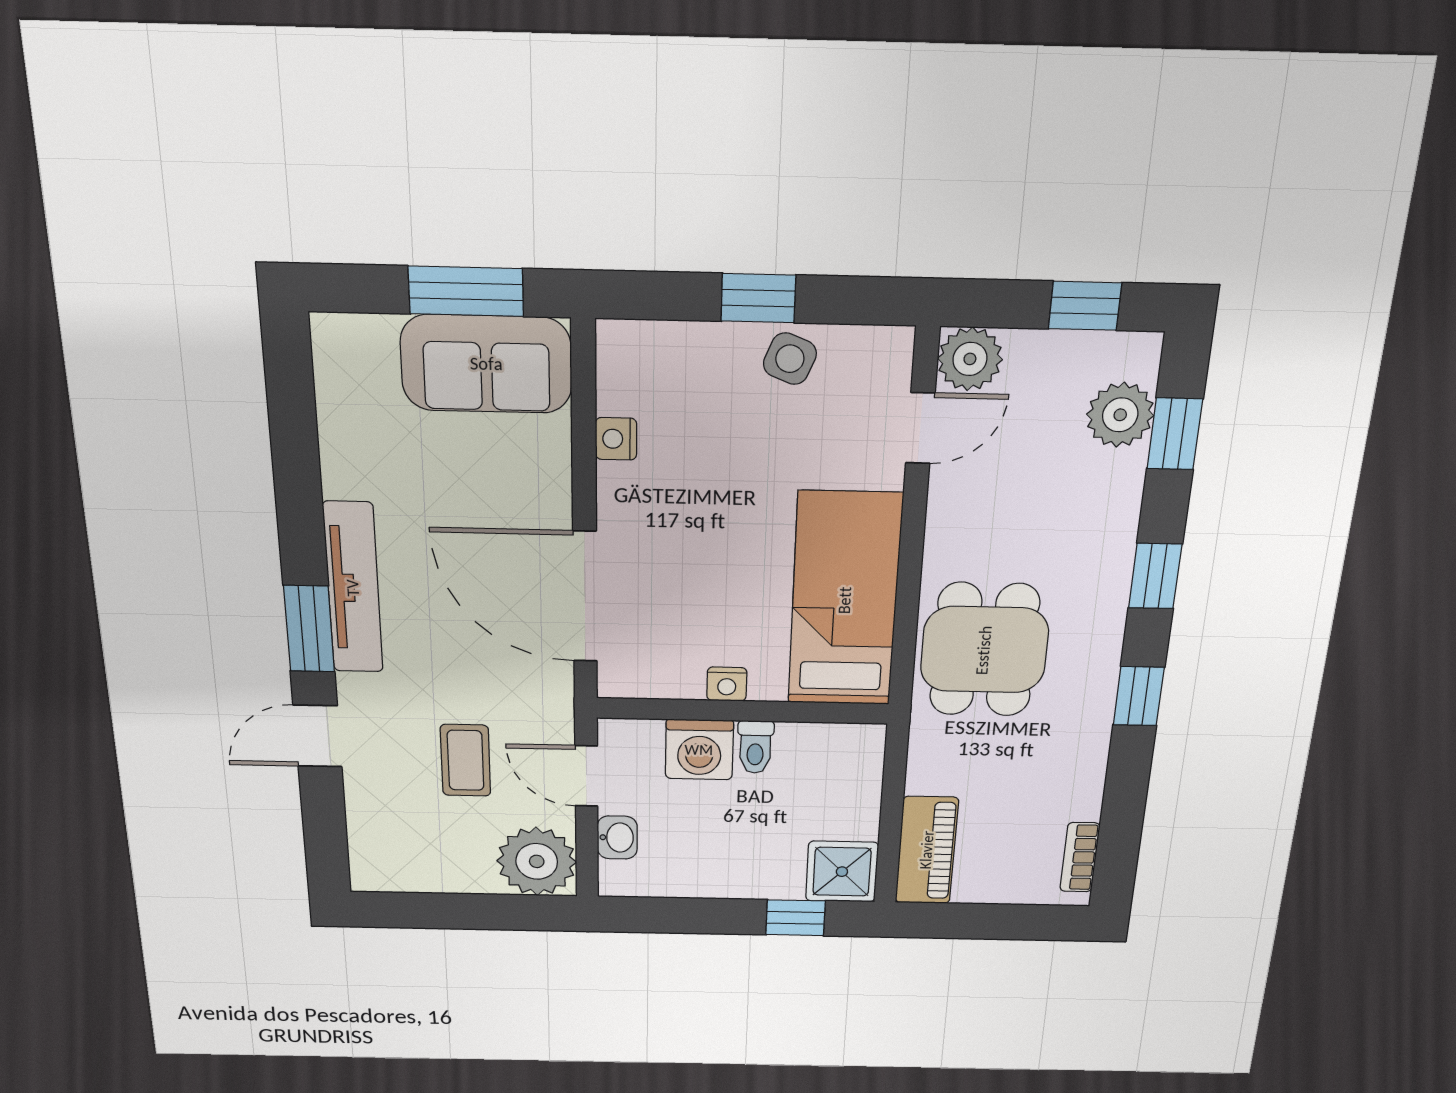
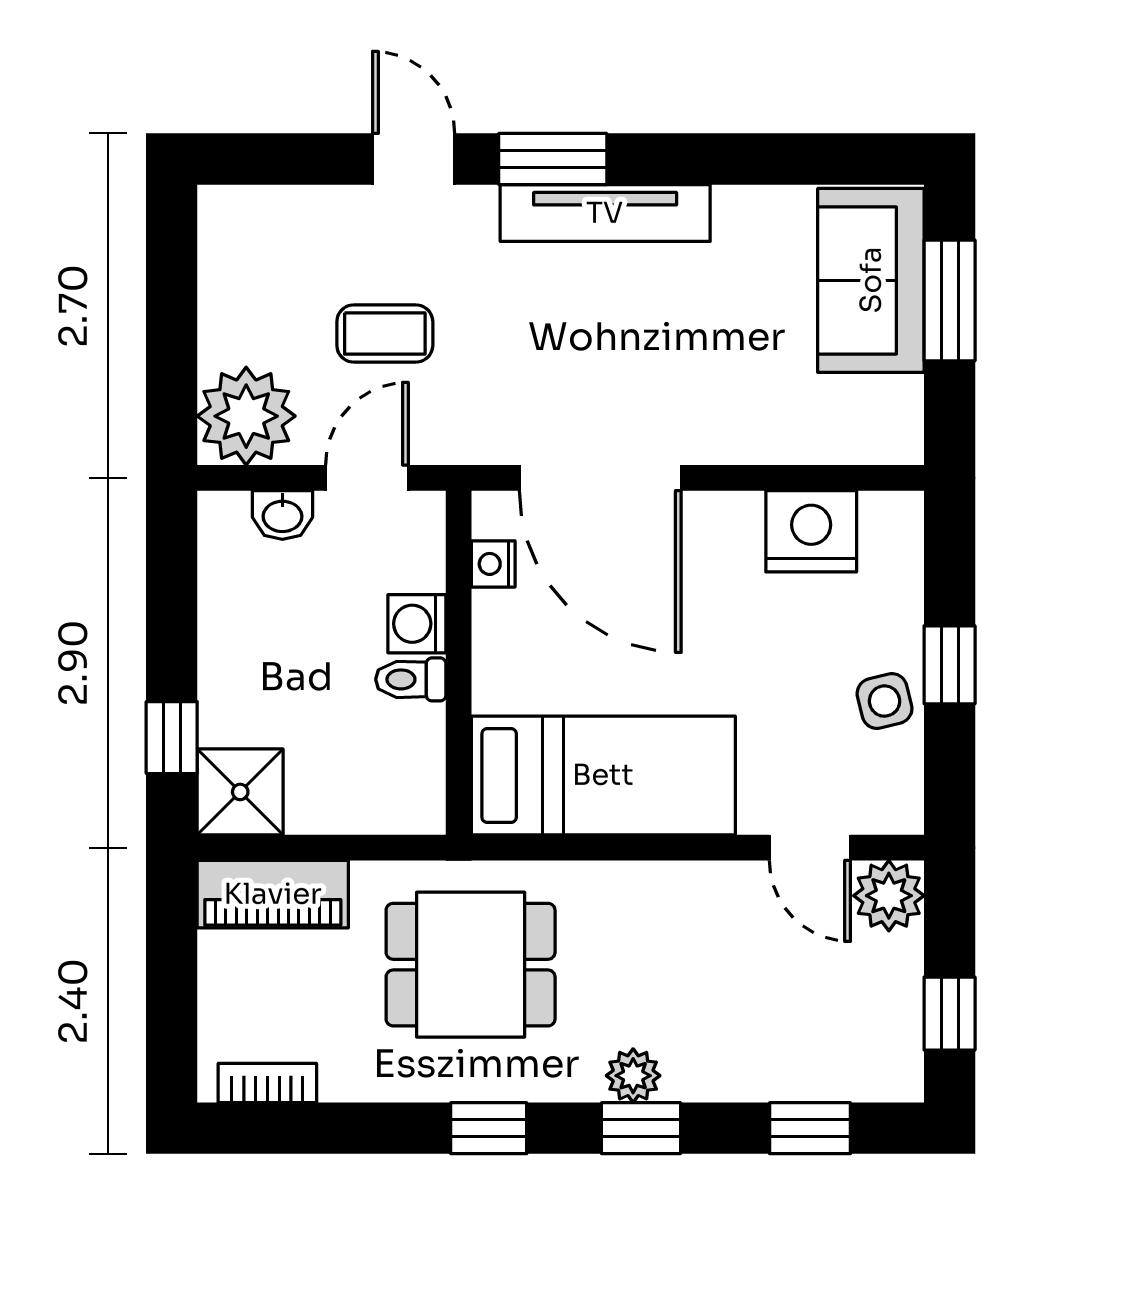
window: (466, 291) -> (950, 300), moved
side table: (790, 359) -> (885, 701), turned -36
sofa: (486, 364) -> (871, 280), moved
plant: (1120, 415) -> (633, 1076), moved, width x0.73, depth x0.73
nightstand: (616, 439) -> (811, 531), width x1.89, depth x1.79
door: (585, 597) -> (600, 478), swing flipped
dining table: (984, 650) -> (471, 965), moved
nightstand: (727, 684) -> (493, 564), moved
washing machine: (699, 750) -> (417, 624), width x0.73, depth x0.73

